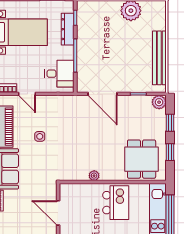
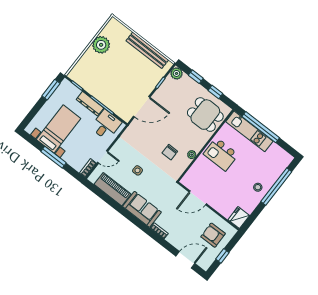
dresser: (68, 29) -> (90, 104), moved
chair: (80, 153) -> (170, 152), added
kitchen island: (116, 203) -> (221, 154), turned 180

